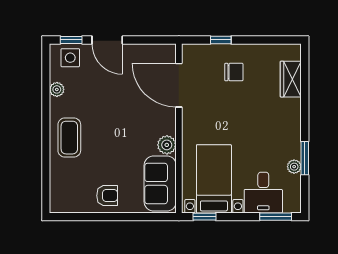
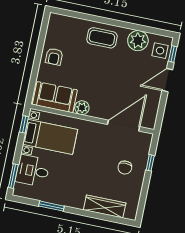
wardrobe: (291, 79) -> (105, 206), width x1.50
plant: (57, 89) -> (138, 41), width x1.88, depth x1.88
plant: (294, 167) -> (47, 197), removed

